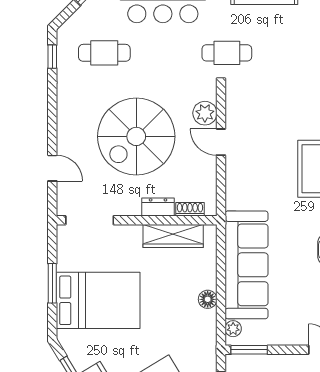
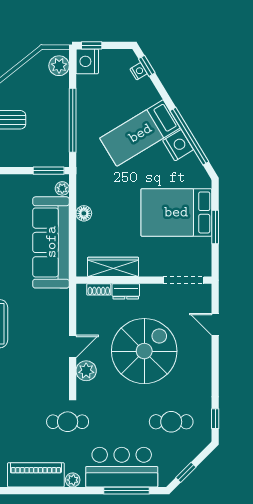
door: (221, 142) -> (73, 346), hinge flipped

